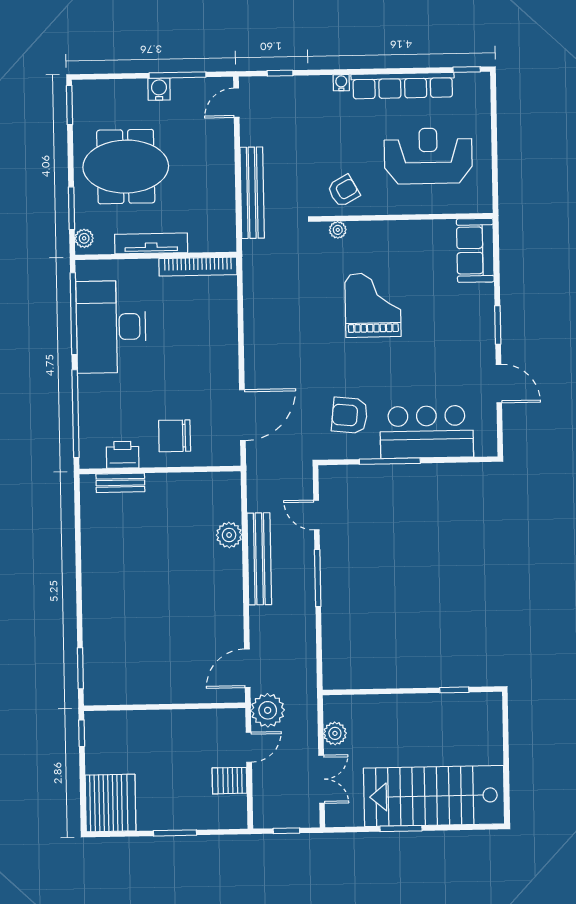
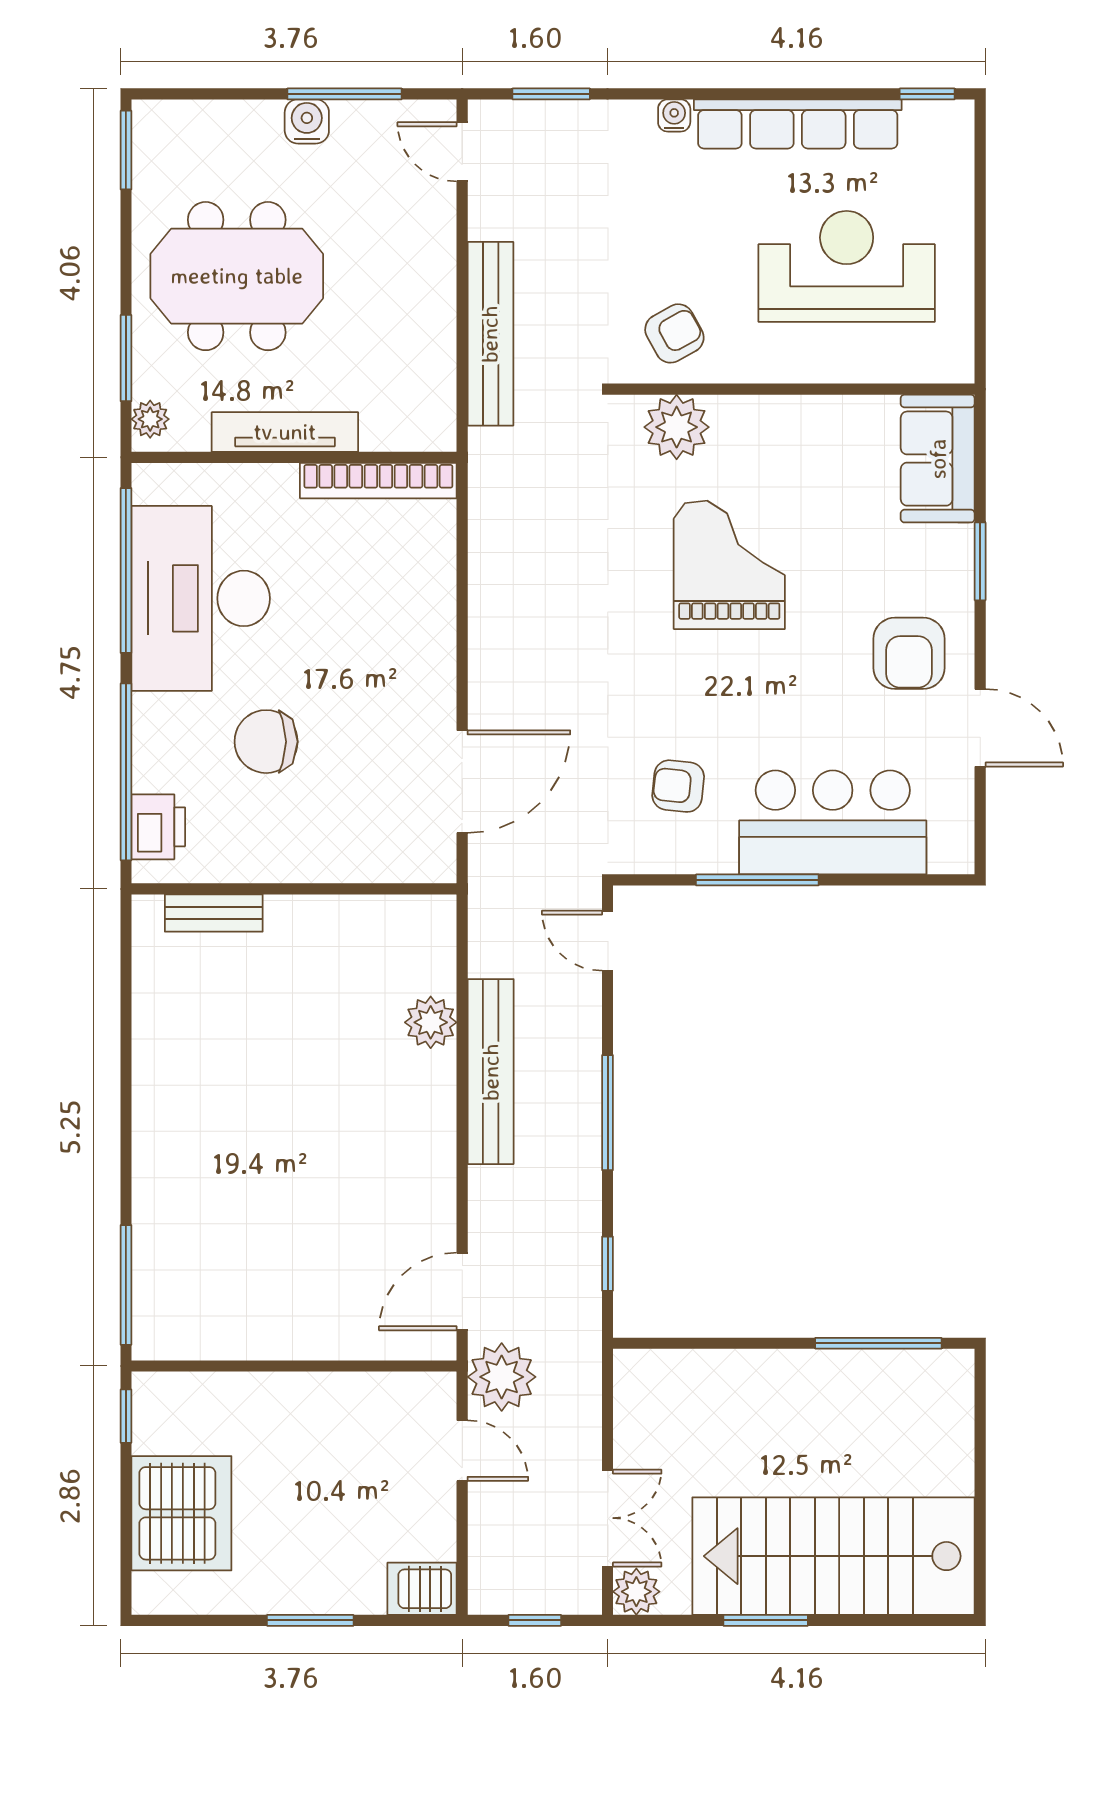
window: (280, 73) -> (551, 94), width x1.50
door: (236, 103) -> (462, 152), hinge flipped
plant: (338, 230) -> (677, 427), width x1.88, depth x1.88
window: (498, 325) -> (980, 561), moved
armchair: (463, 347) -> (909, 653), added
armchair: (350, 415) -> (678, 786), width x0.72, depth x0.72
chair: (175, 436) -> (266, 742), moved
printer: (123, 455) -> (158, 827), moved, turned 90
door: (316, 515) -> (608, 941), moved
window: (319, 653) -> (608, 1264), added
window: (80, 668) -> (126, 1285), width x1.44
window: (454, 690) -> (878, 1343), width x2.17
plant: (335, 733) -> (636, 1592), moved
door: (249, 747) -> (462, 1451), hinge flipped
server rack: (229, 781) -> (422, 1589), moved
server rack: (110, 803) -> (181, 1513), moved

